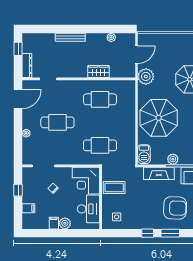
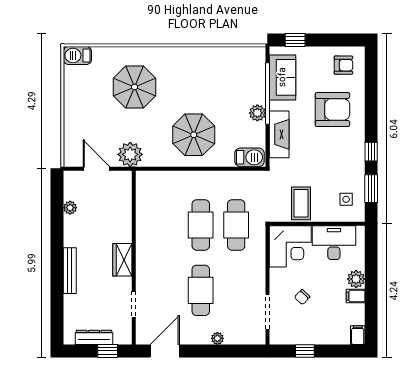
window: (18, 49) -> (108, 351), moved
dresser: (27, 65) -> (94, 337), moved
wardrobe: (98, 71) -> (122, 260), moved
door: (18, 99) -> (165, 351), hinge flipped
cafe table: (100, 99) -> (201, 225), moved
parasol: (159, 118) -> (194, 135), width x0.73, depth x0.73
filing cabinet: (28, 208) -> (358, 335), moved
armchair: (175, 208) -> (332, 109), turned 88
window: (170, 233) -> (371, 189), moved

